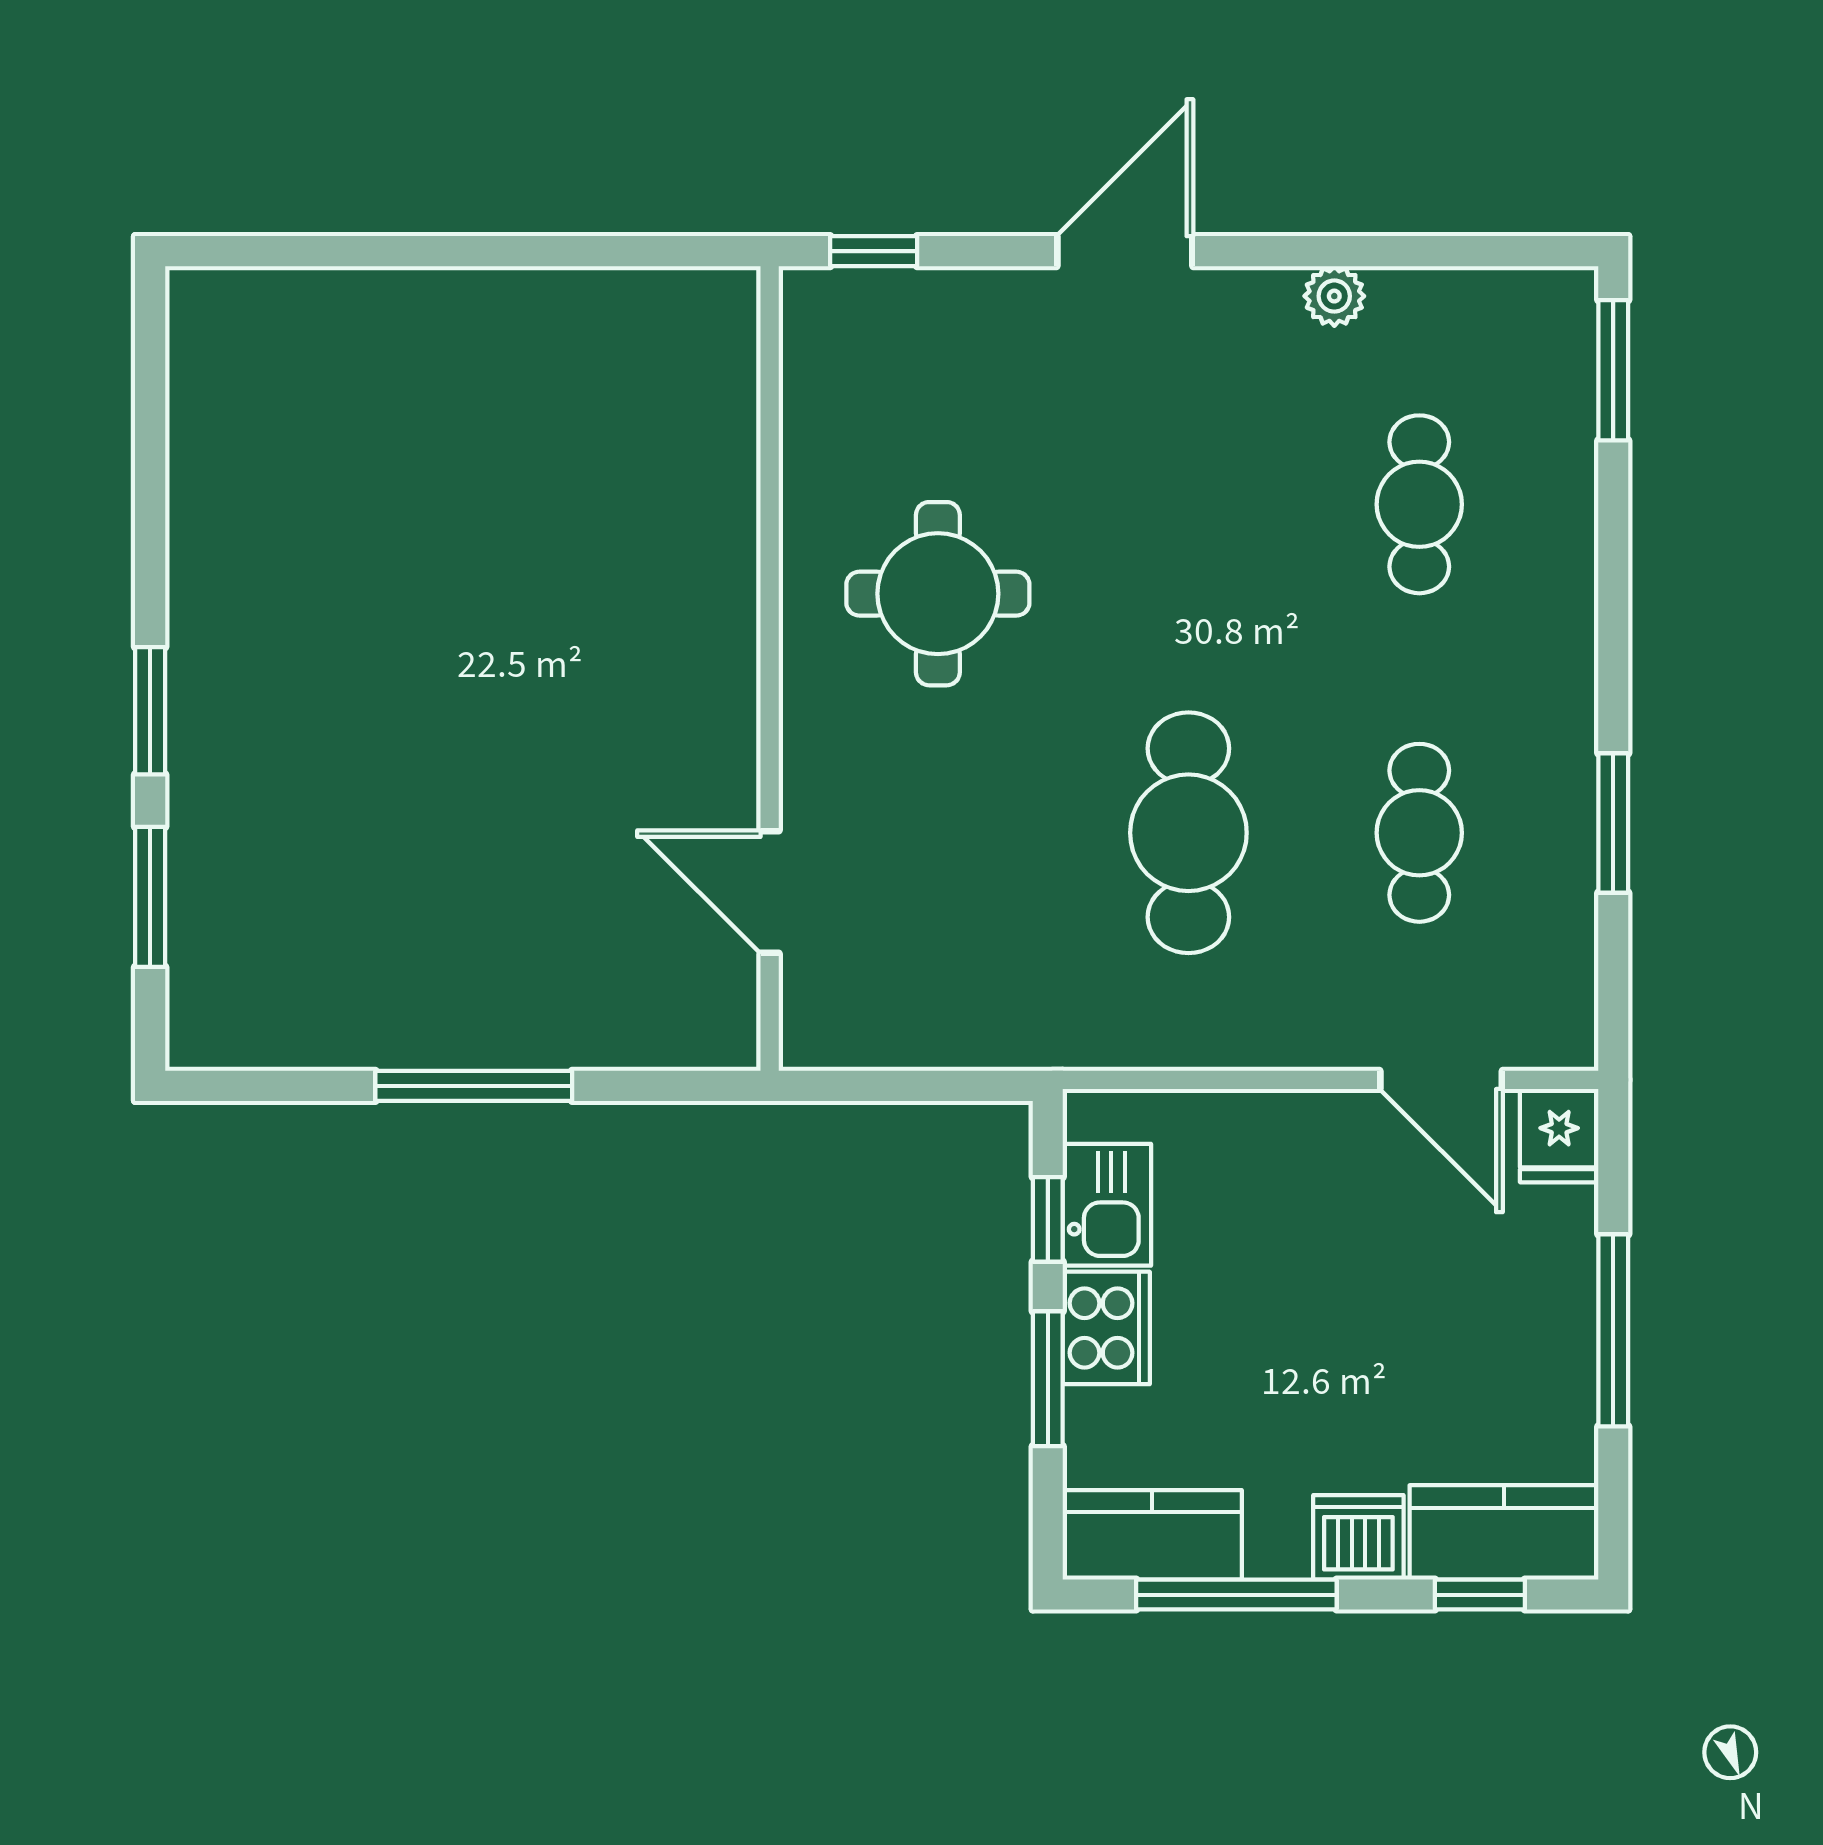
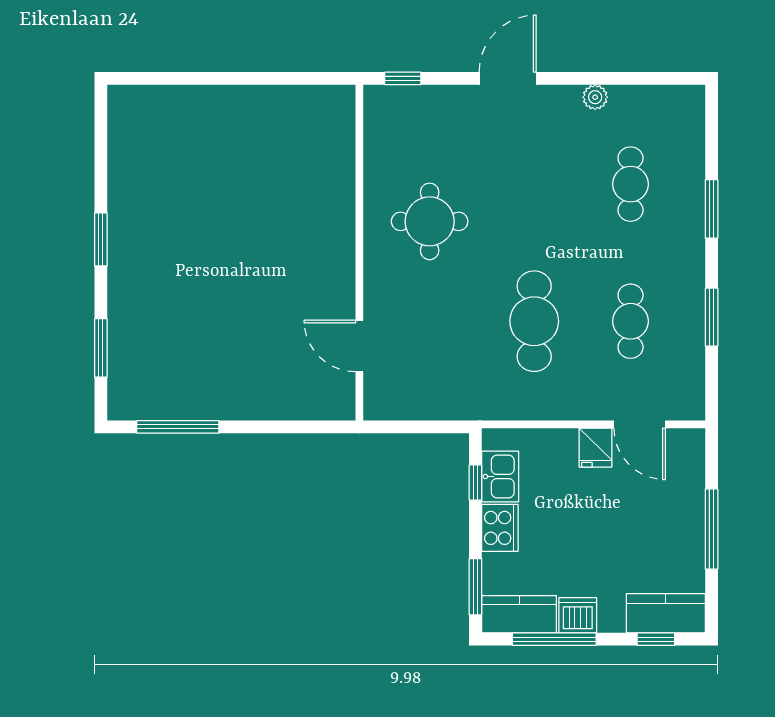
window: (1613, 370) -> (712, 209), moved
window: (150, 711) -> (101, 239), moved
window: (474, 1086) -> (178, 427), moved
fridge: (1559, 1136) -> (595, 448), moved
window: (1048, 1379) -> (475, 587), moved
dishwasher: (1358, 1537) -> (578, 615), moved

